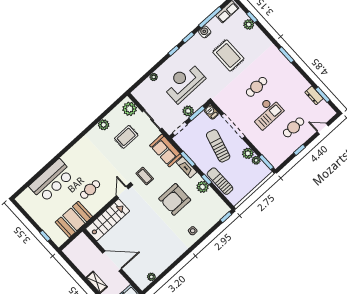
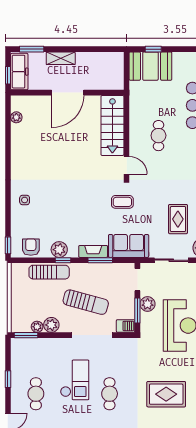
checkout: (266, 113) -> (75, 380), turned 180
armchair: (175, 199) -> (31, 247), moved, width x0.53, depth x0.53
booth: (74, 219) -> (150, 66), moved, turned 90

